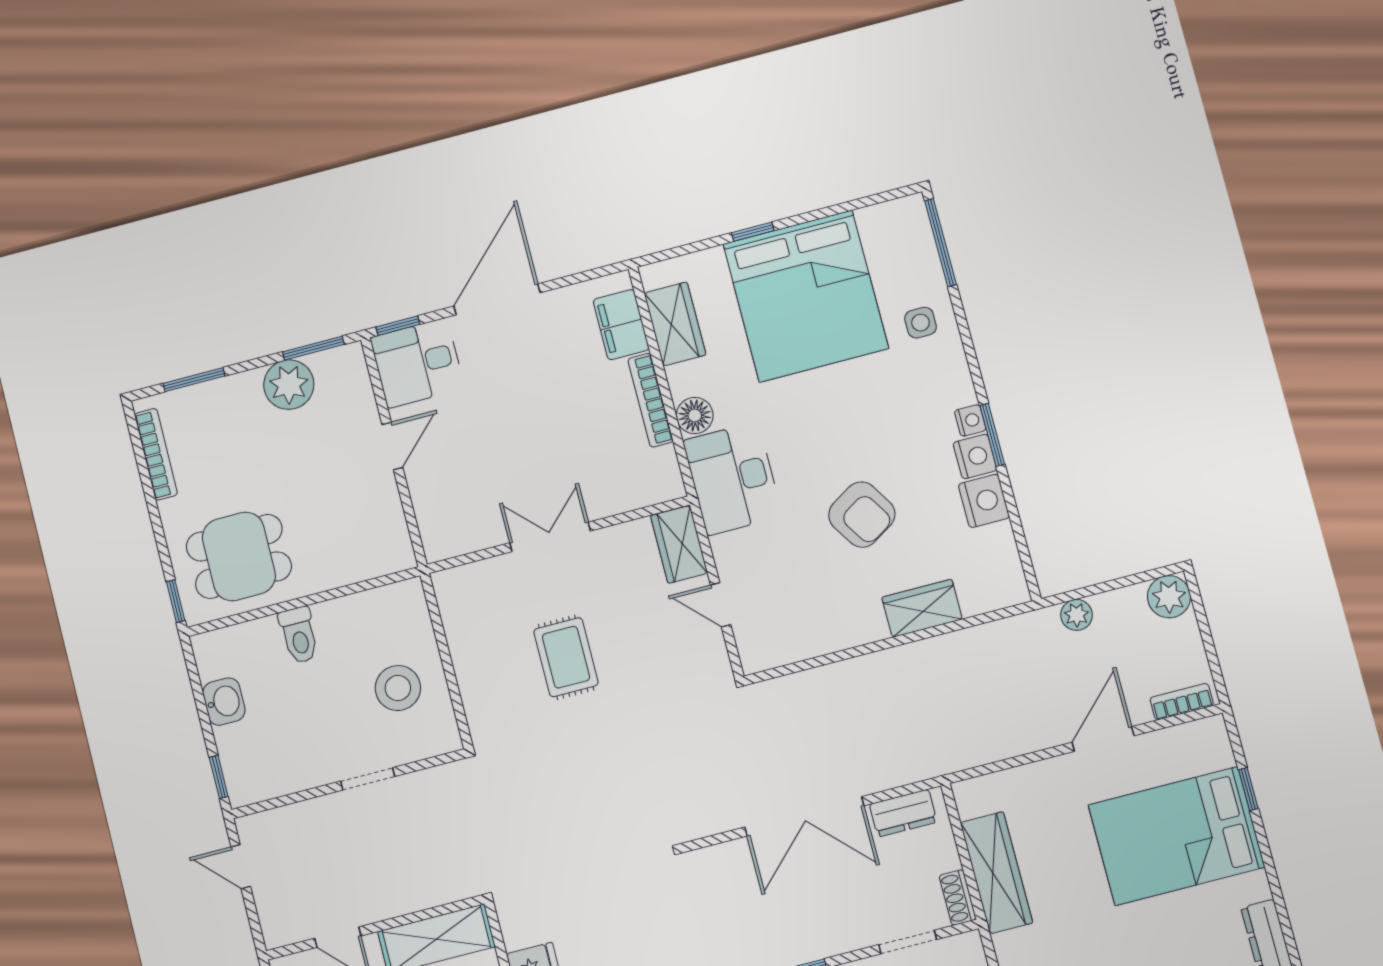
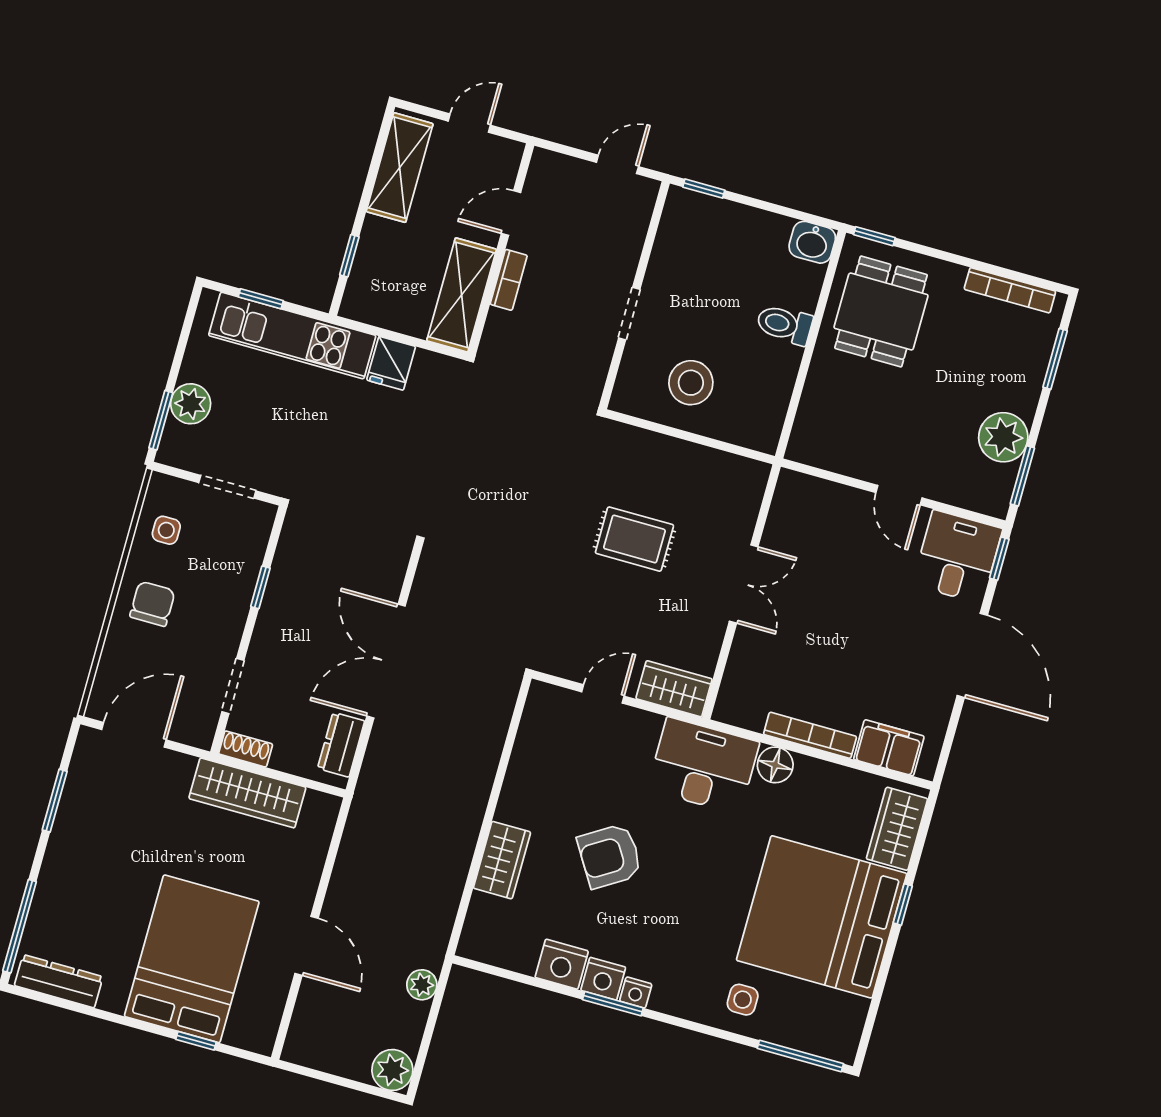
wardrobe: (675, 324) -> (897, 829), moved, turned 90
washbasin: (224, 702) -> (812, 242), moved
bookcase: (1182, 702) -> (509, 280), moved

